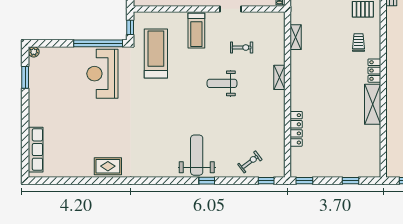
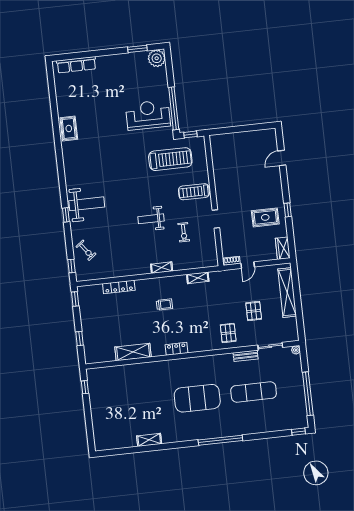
trolley: (359, 43) -> (164, 304), moved
plant: (34, 52) -> (157, 58), width x1.88, depth x1.88
weight bench: (222, 83) -> (151, 219), turned -90
shelving: (373, 104) -> (133, 352), moved

